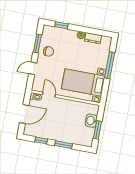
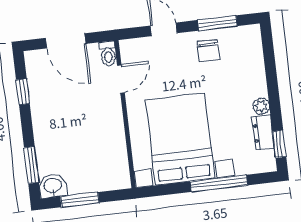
window: (61, 25) -> (279, 144), moved
bed with nightstands: (83, 83) -> (180, 139), width x1.36
washbasin: (91, 121) -> (53, 186), moved
window: (63, 145) -> (31, 165), moved

